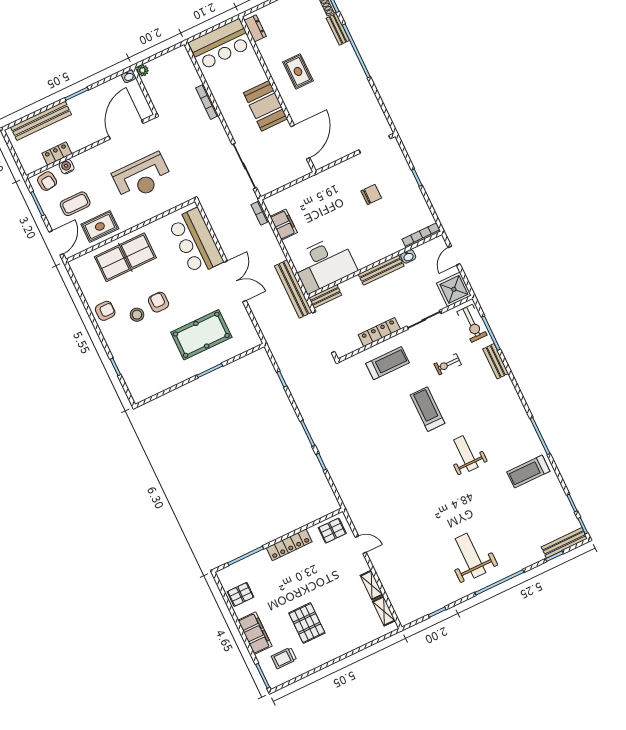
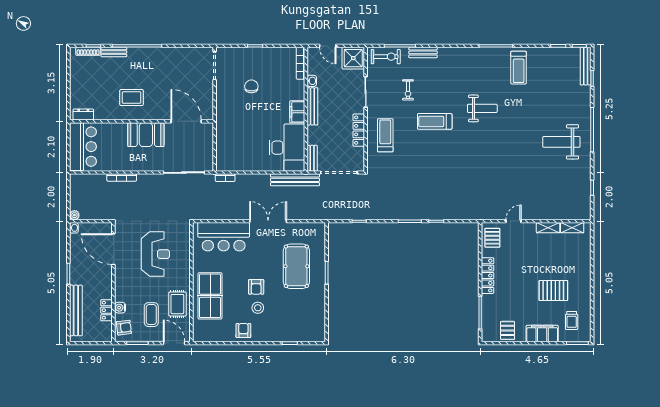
filing cabinet: (284, 225) -> (297, 112), moved, turned -90
armchair: (159, 302) -> (256, 287), turned -90
weight bench: (466, 454) -> (482, 108), turned 180

